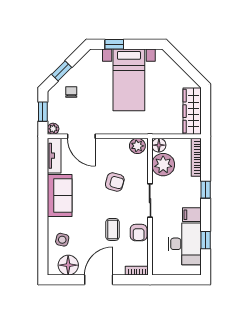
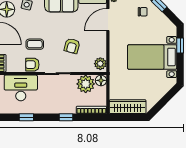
filing cabinet: (192, 215) -> (46, 106), removed
desk: (185, 244) -> (21, 88), moved, turned 180

